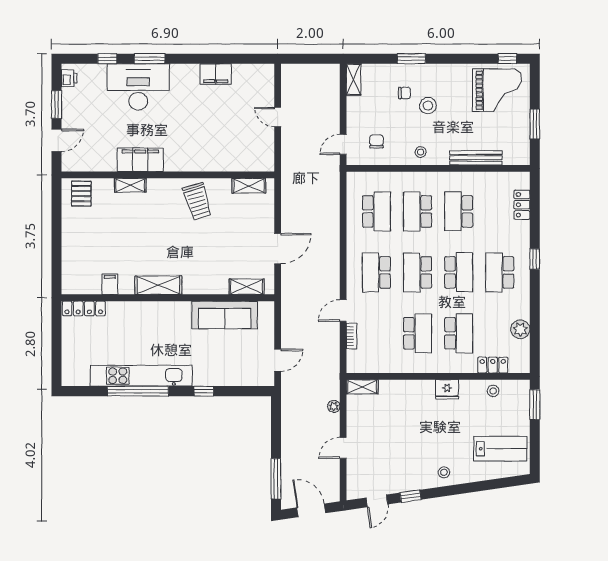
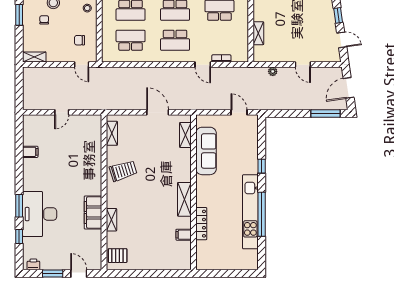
filing cabinet: (216, 74) -> (30, 152), width x0.50
locker: (84, 308) -> (201, 224), moved
shelving: (362, 387) -> (258, 33), moved

